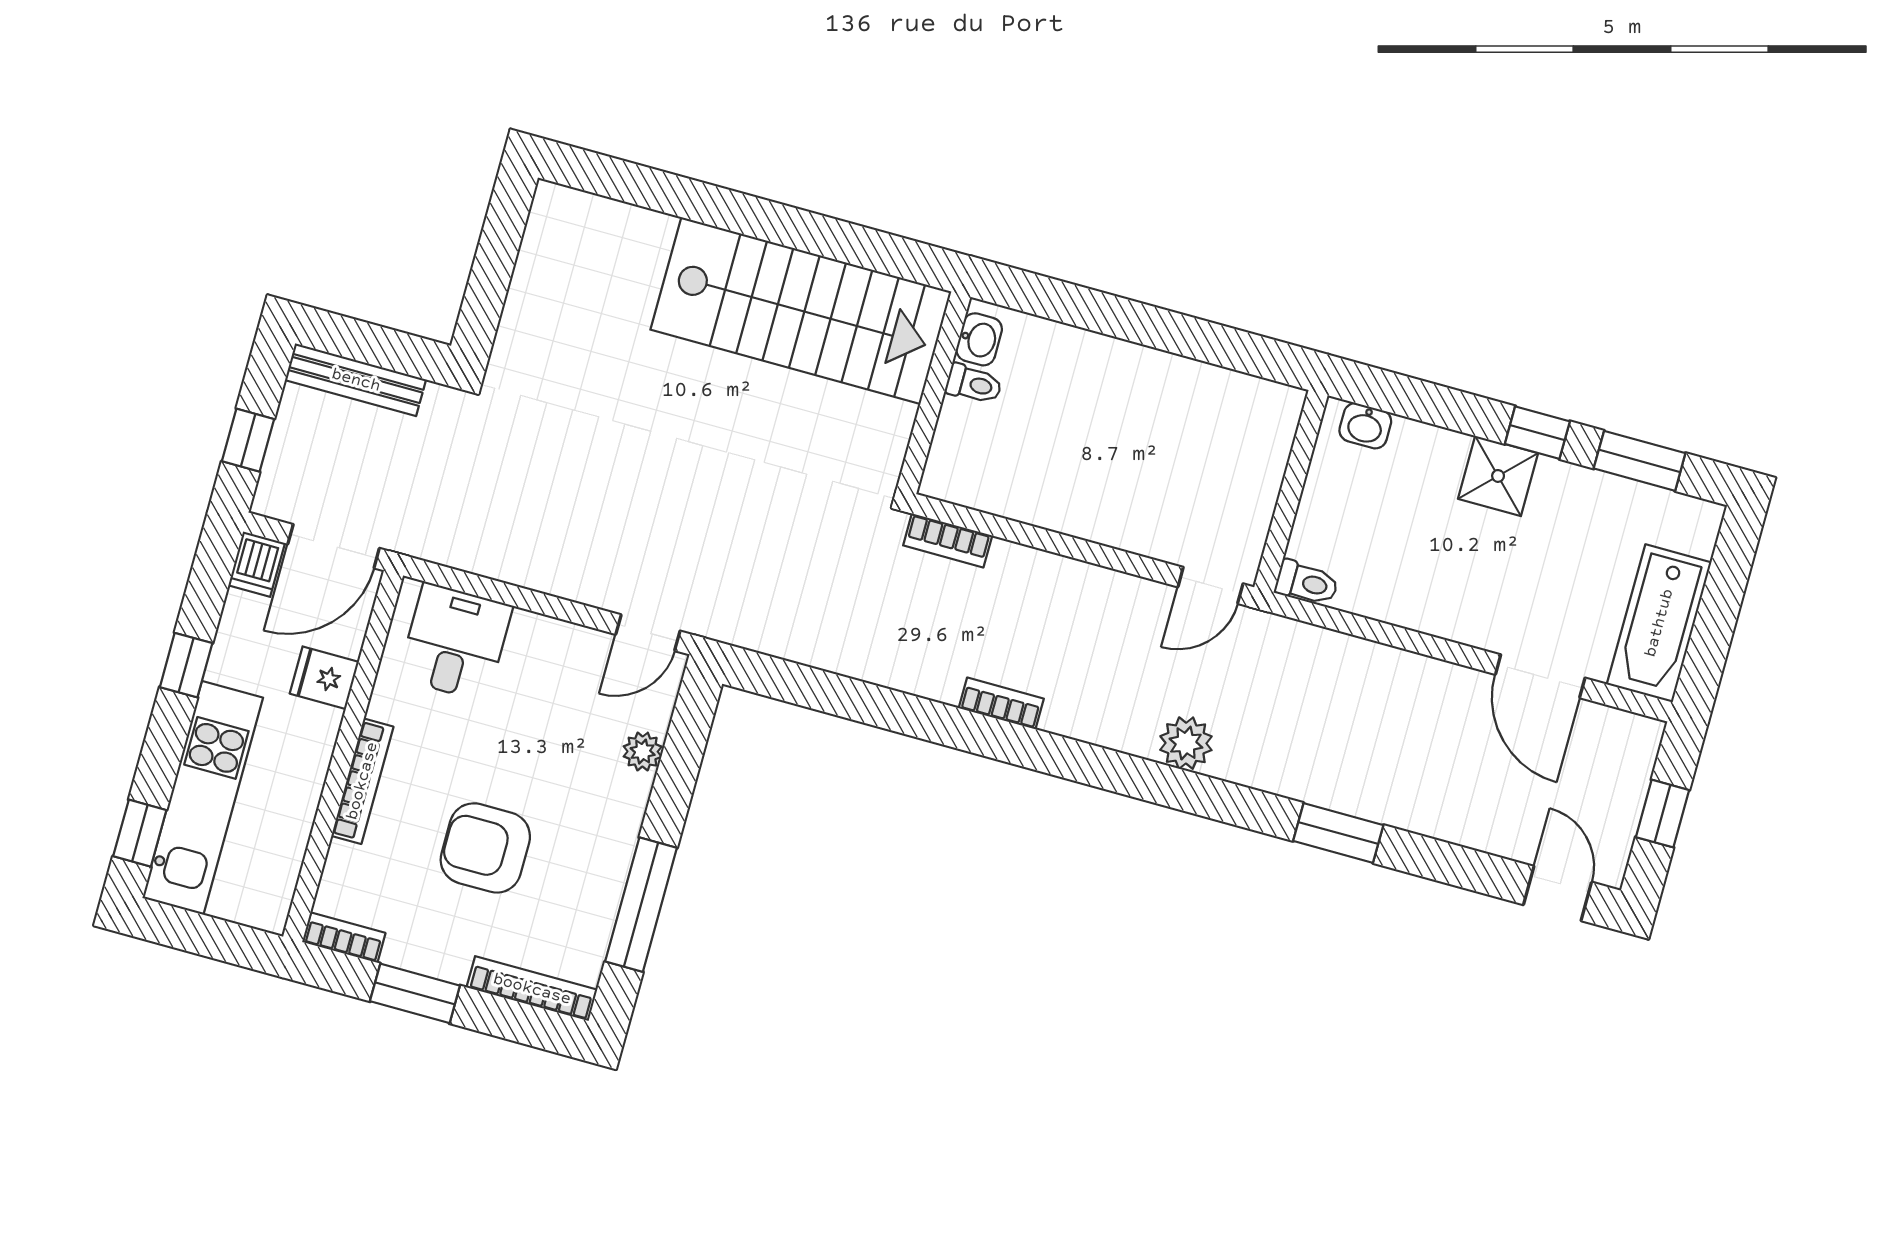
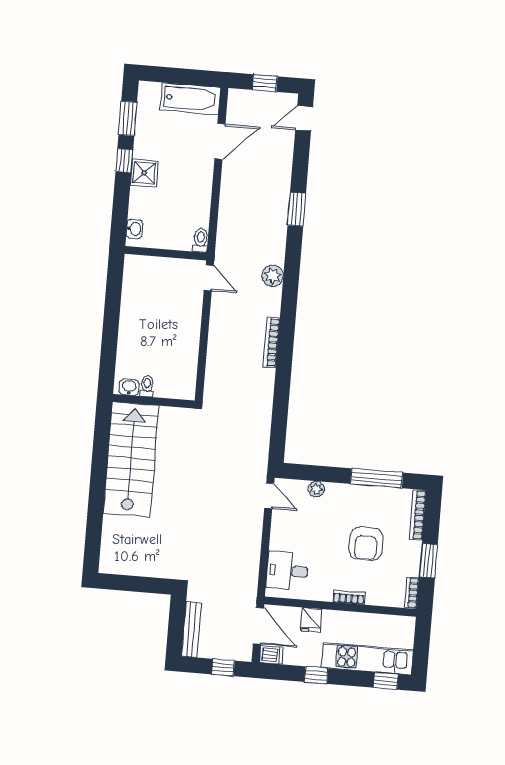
bookcase: (948, 540) -> (211, 385), removed
bookcase: (1001, 703) -> (271, 343), width x1.56
bookcase: (362, 781) -> (349, 597), width x0.64

